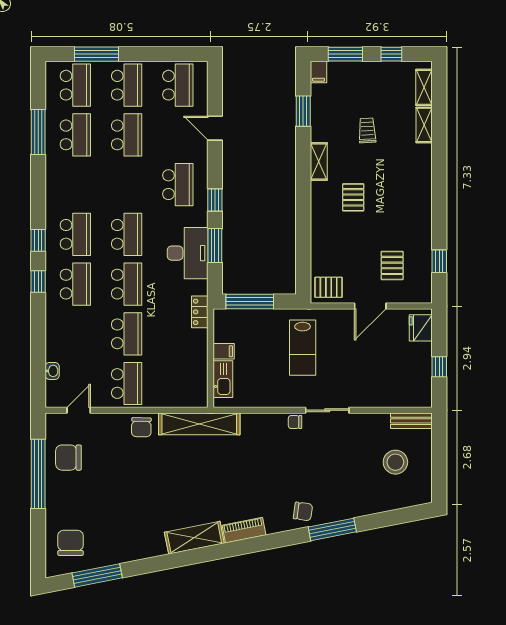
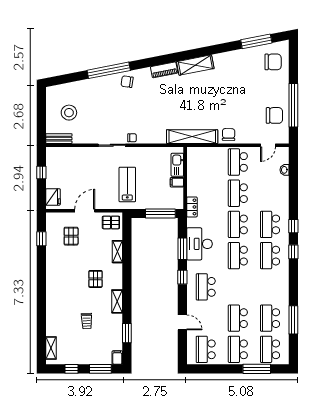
shelving: (424, 125) -> (117, 252), moved
window: (332, 529) -> (109, 70), width x1.46
chair: (71, 543) -> (273, 62), turned -90

